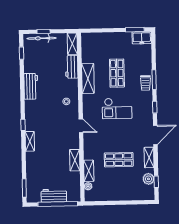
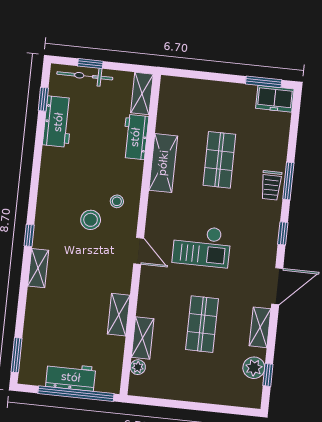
workbench: (31, 86) -> (58, 122), moved
checkout: (117, 108) -> (202, 246), moved
stool: (54, 113) -> (91, 220), added
shop shelf: (119, 160) -> (202, 324), turned 90

